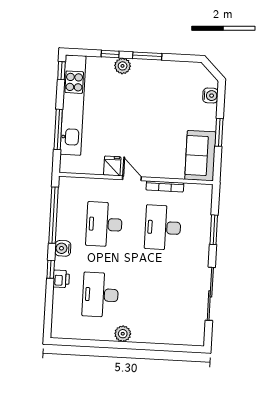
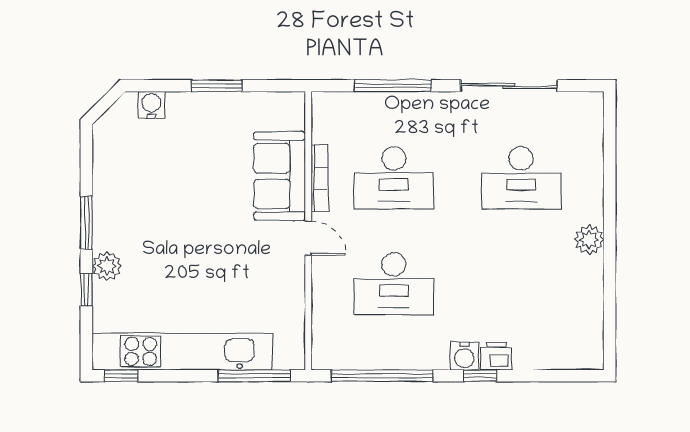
window: (58, 129) -> (254, 376), moved
sofa: (200, 156) -> (280, 176), moved, turned 90
fridge: (112, 166) -> (288, 275), removed
door: (132, 178) -> (308, 238), swing flipped
window: (214, 230) -> (393, 86), width x1.44
water cooler: (63, 248) -> (464, 356), moved
desk: (100, 295) -> (521, 178), moved

